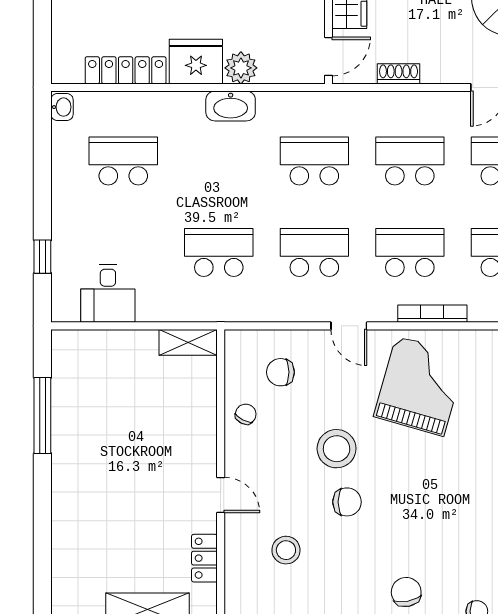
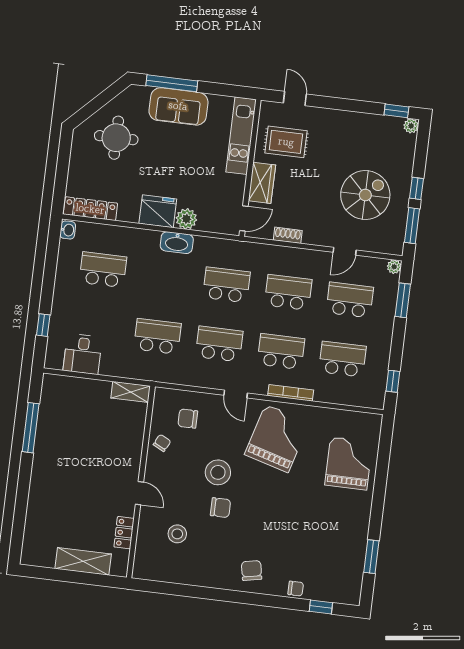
locker: (126, 70) -> (90, 209), moved

